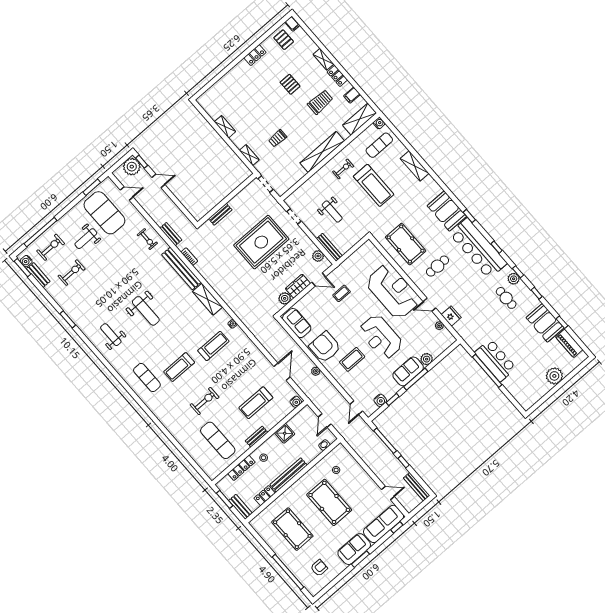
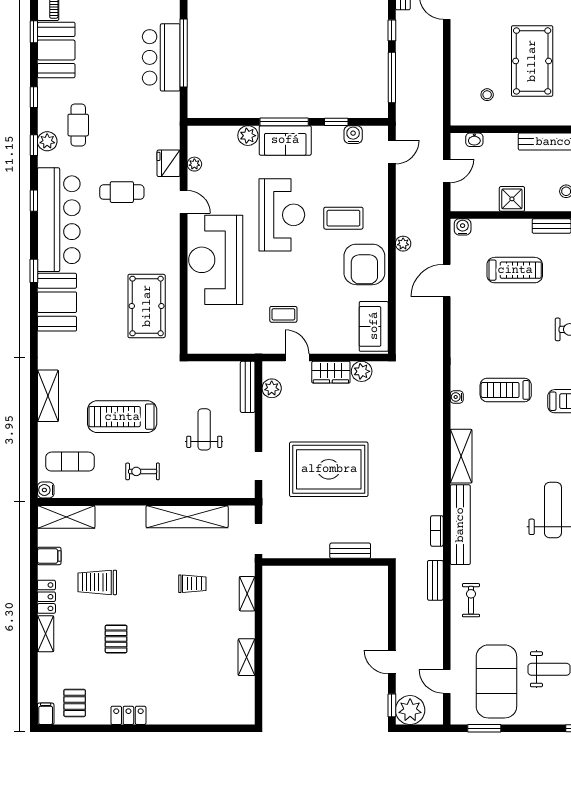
shelving: (322, 152) -> (187, 517), moved
treadmill: (374, 185) -> (122, 417), turned -90
cafe table: (438, 266) -> (122, 192), moved

